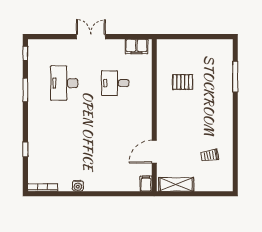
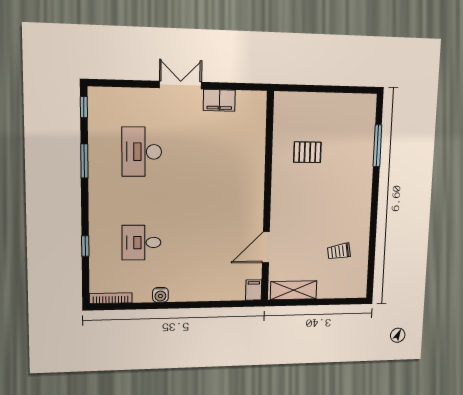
filing cabinet: (136, 46) -> (219, 100), moved
desk: (115, 83) -> (142, 243), moved

